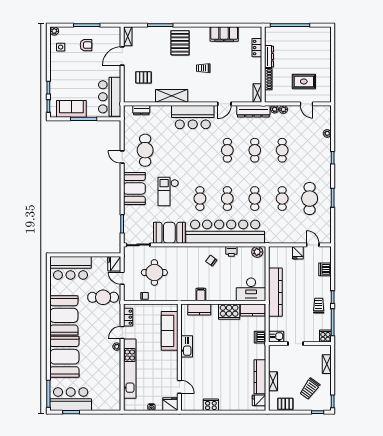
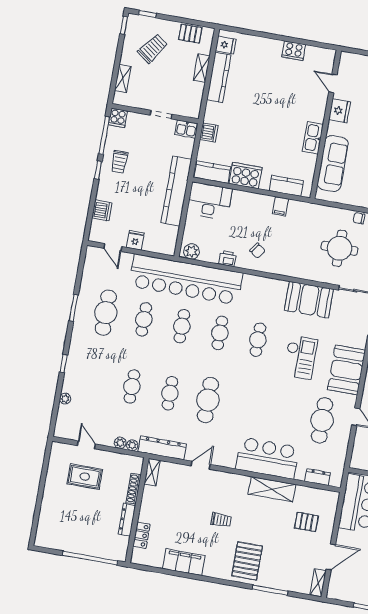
bar counter: (193, 117) -> (267, 458), moved
cafe table: (227, 150) -> (208, 400), width x1.37, depth x1.35
bar counter: (225, 232) -> (186, 279), moved
fridge: (170, 404) -> (340, 111), moved, turned -90

